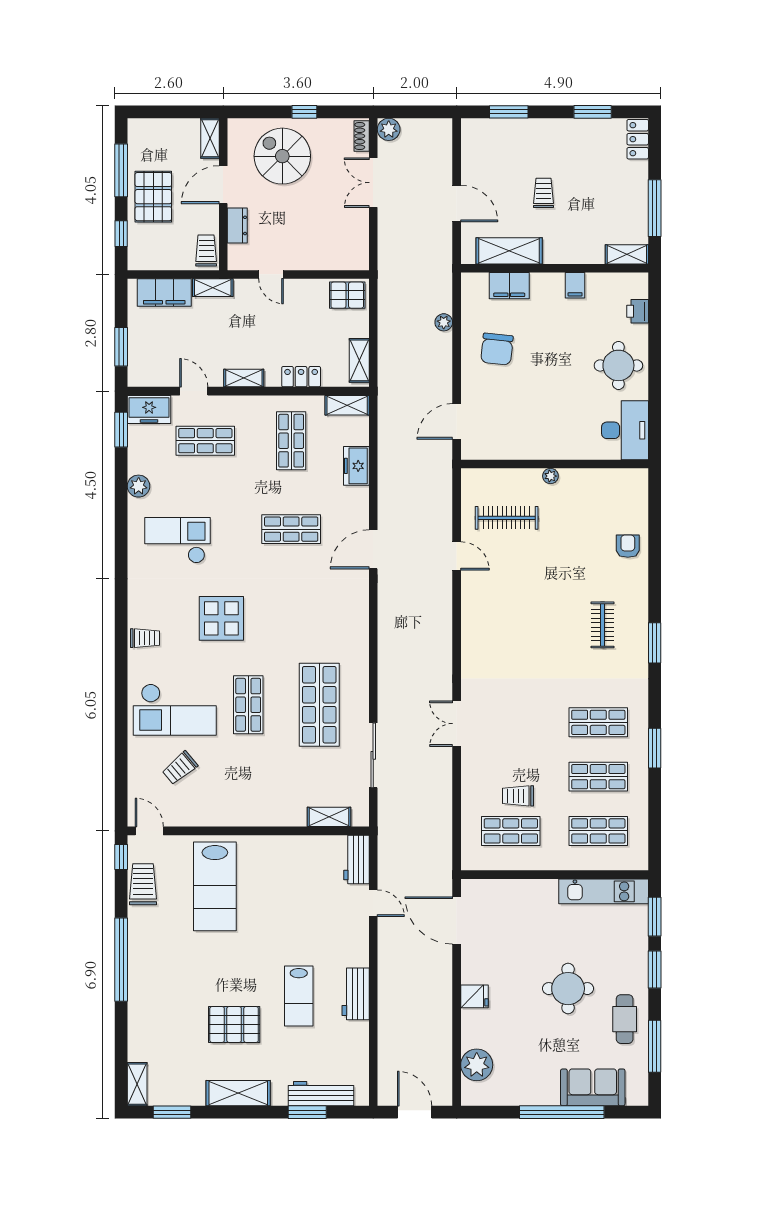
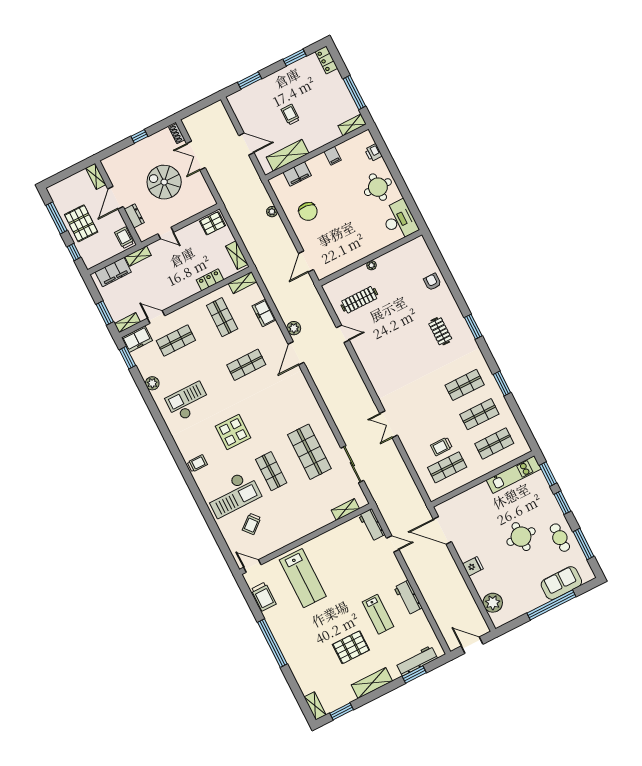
plant: (389, 129) -> (294, 328), moved
spiral stairs: (282, 156) -> (164, 182), moved
shelving: (244, 378) -> (127, 323), moved
window: (121, 857) -> (244, 588), removed
trolley: (143, 884) -> (264, 597), turned 180

